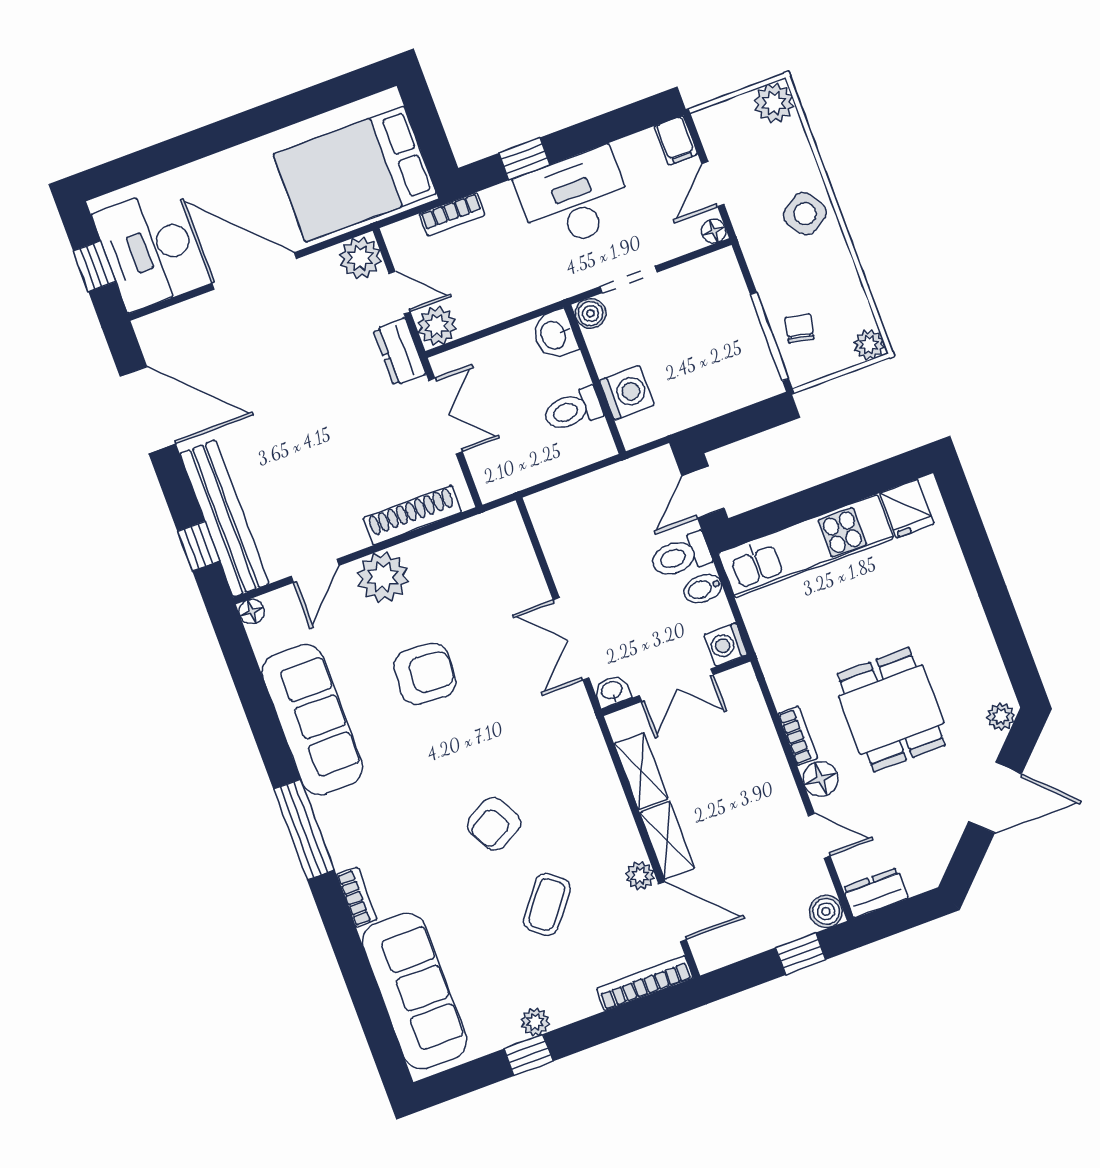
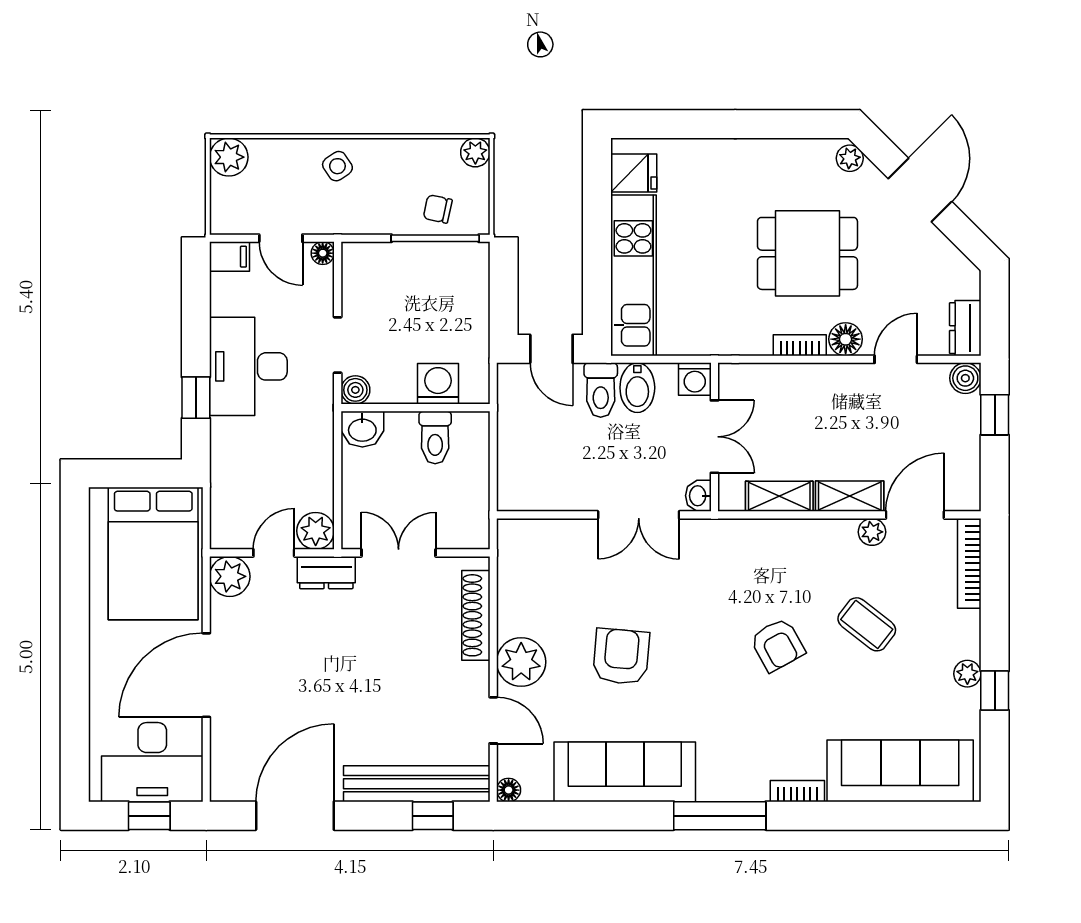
bookcase: (452, 214) -> (221, 480), removed
side table: (805, 214) -> (337, 166), width x0.73, depth x0.73
bidet: (703, 589) -> (637, 388), width x1.38, depth x1.36

